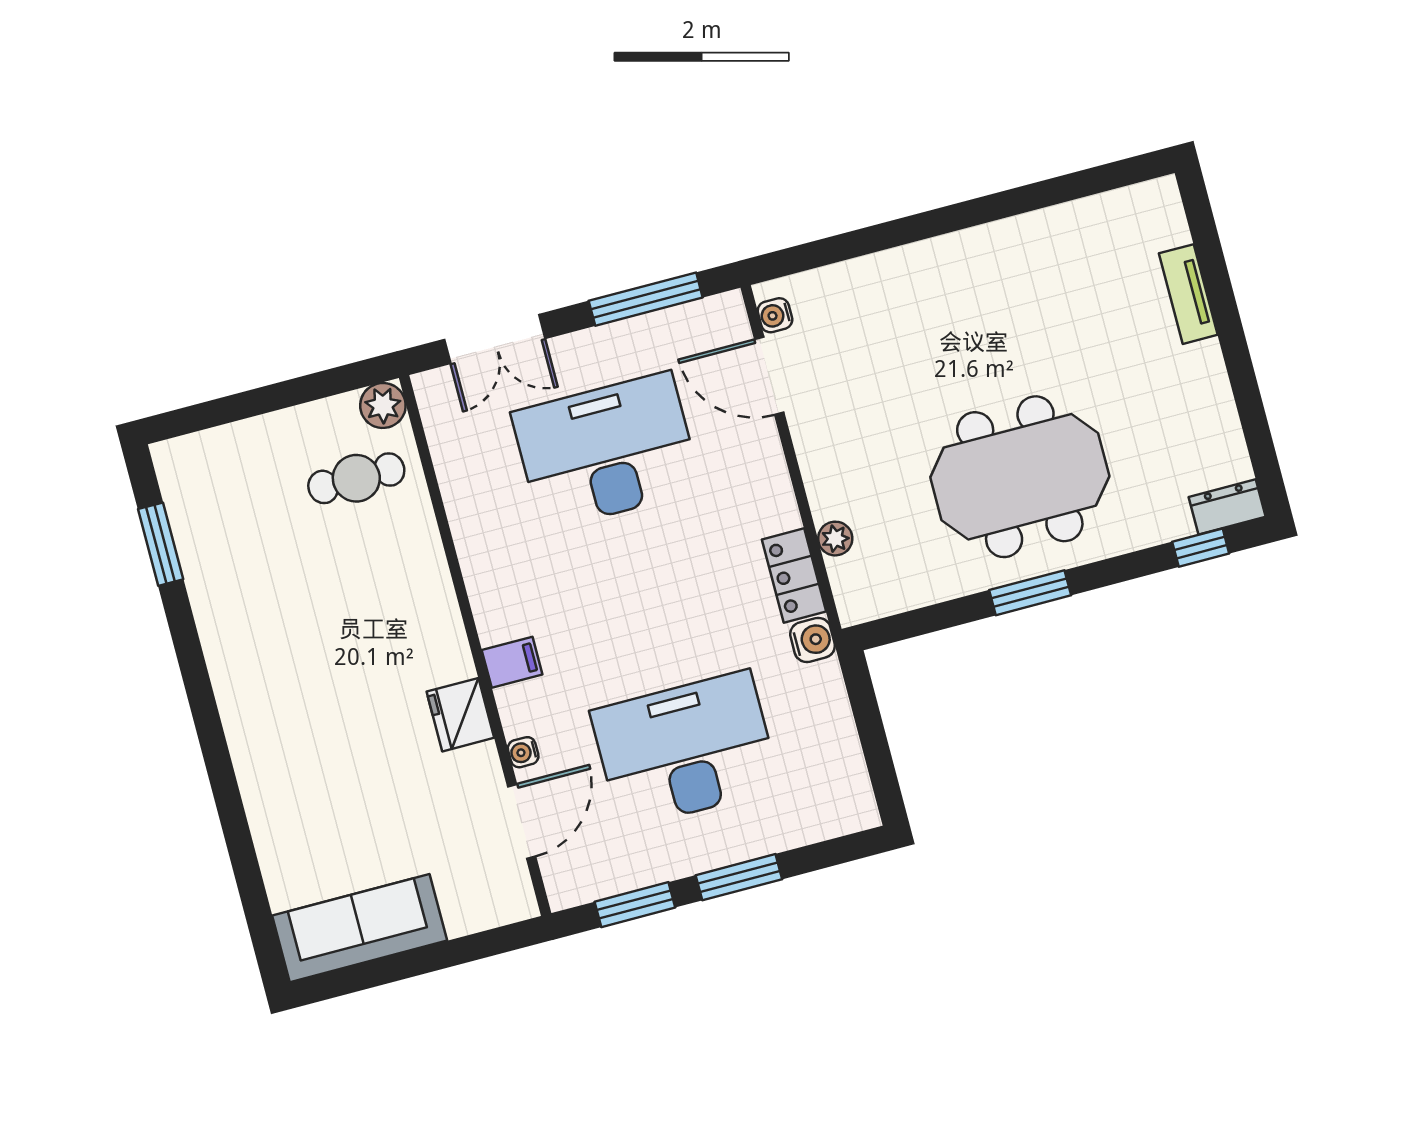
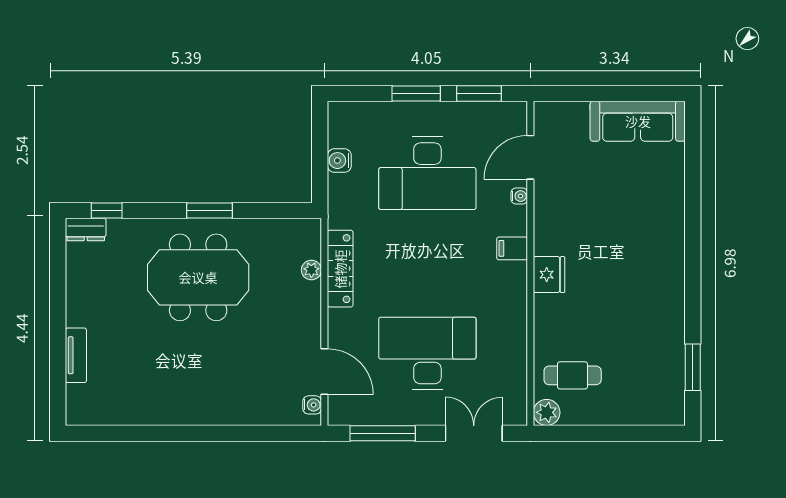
desk: (606, 451) -> (427, 353), turned 180
locker: (794, 576) -> (340, 269), width x1.53
water cooler: (813, 640) -> (339, 161), moved
fridge: (460, 715) -> (549, 275), moved

